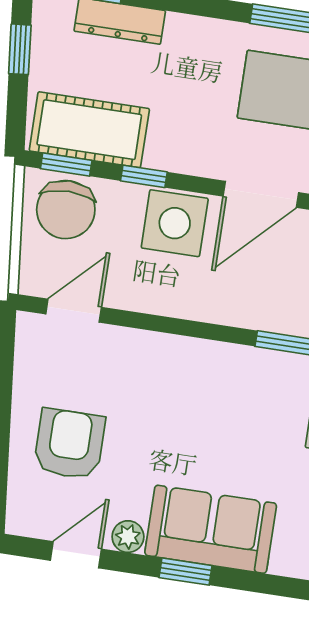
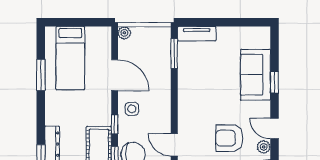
side table: (175, 223) -> (132, 109), width x0.54, depth x0.54
plant: (128, 537) -> (264, 147), moved

